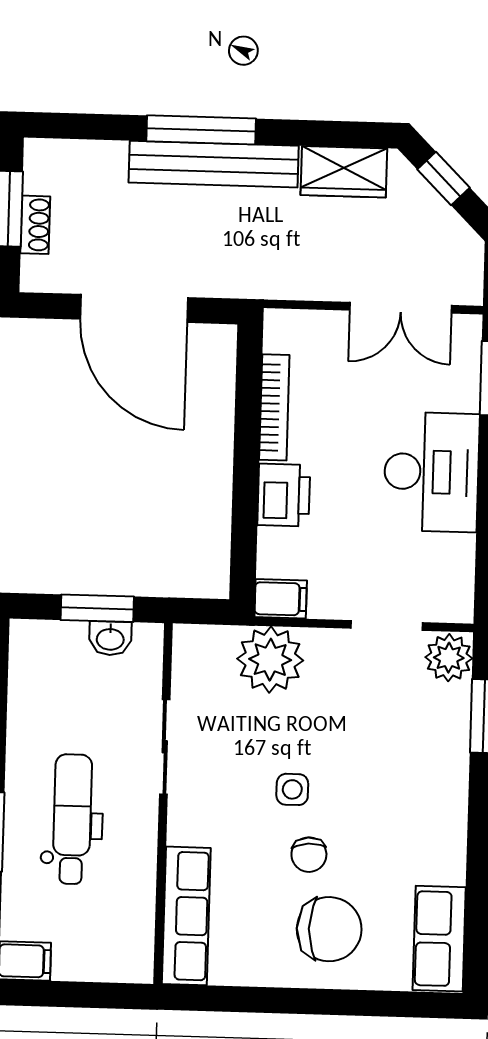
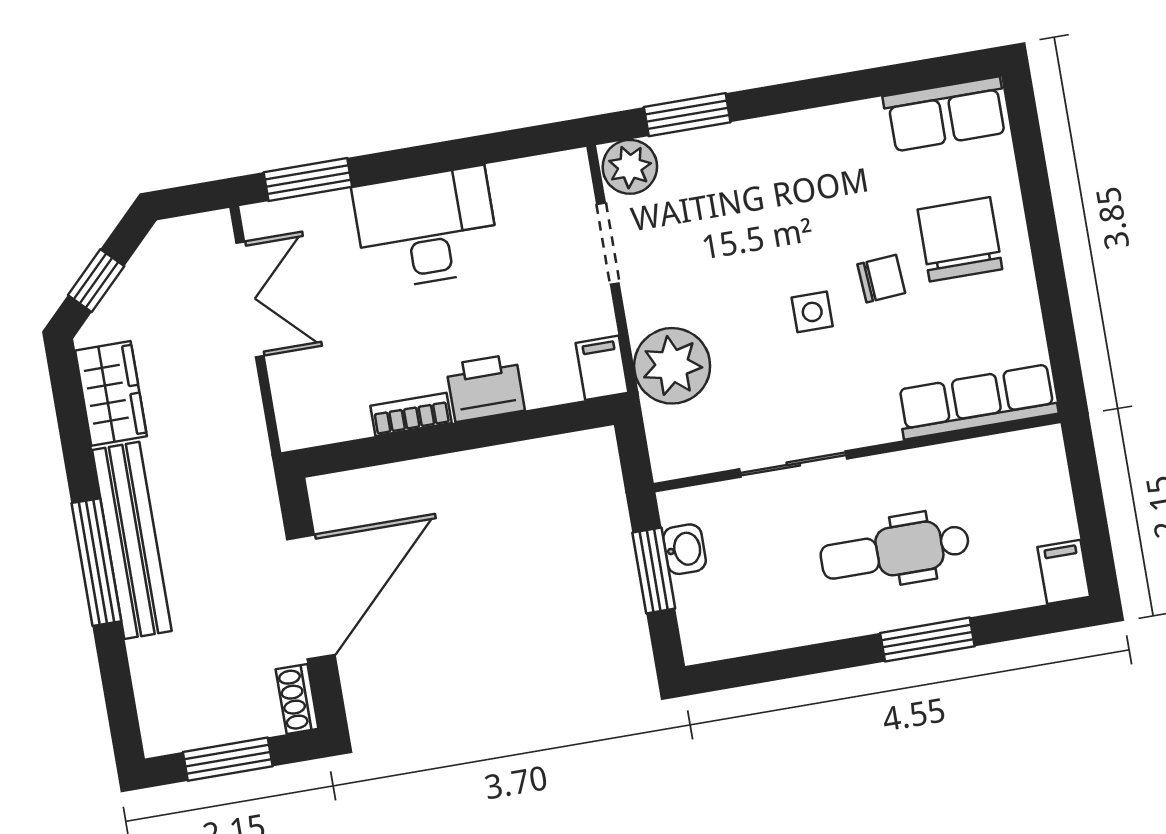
shoe rack: (35, 225) -> (297, 699), moved, turned -90
bookcase: (274, 407) -> (411, 414), width x0.64

